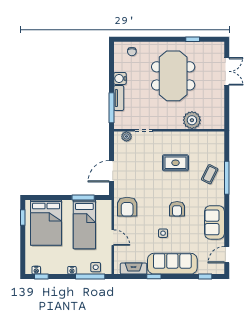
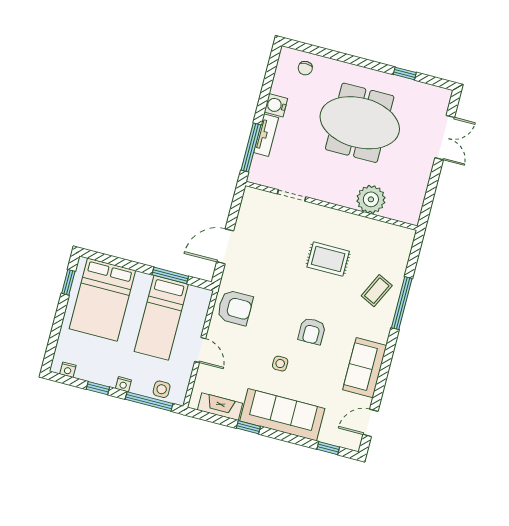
meeting table: (173, 76) -> (360, 123), turned 90
plant: (126, 136) -> (263, 198), removed
armchair: (127, 207) -> (235, 308), turned -90
window: (41, 277) -> (98, 388), moved

